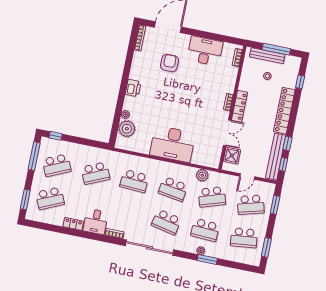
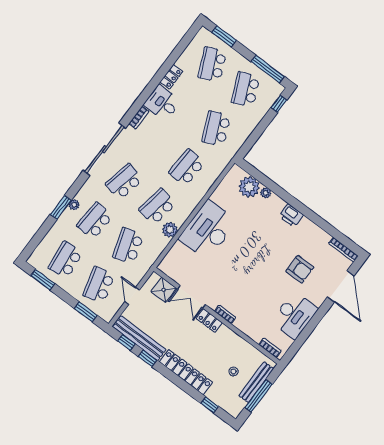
locker: (240, 106) -> (209, 321), width x0.66
plant: (202, 175) -> (170, 230), moved

